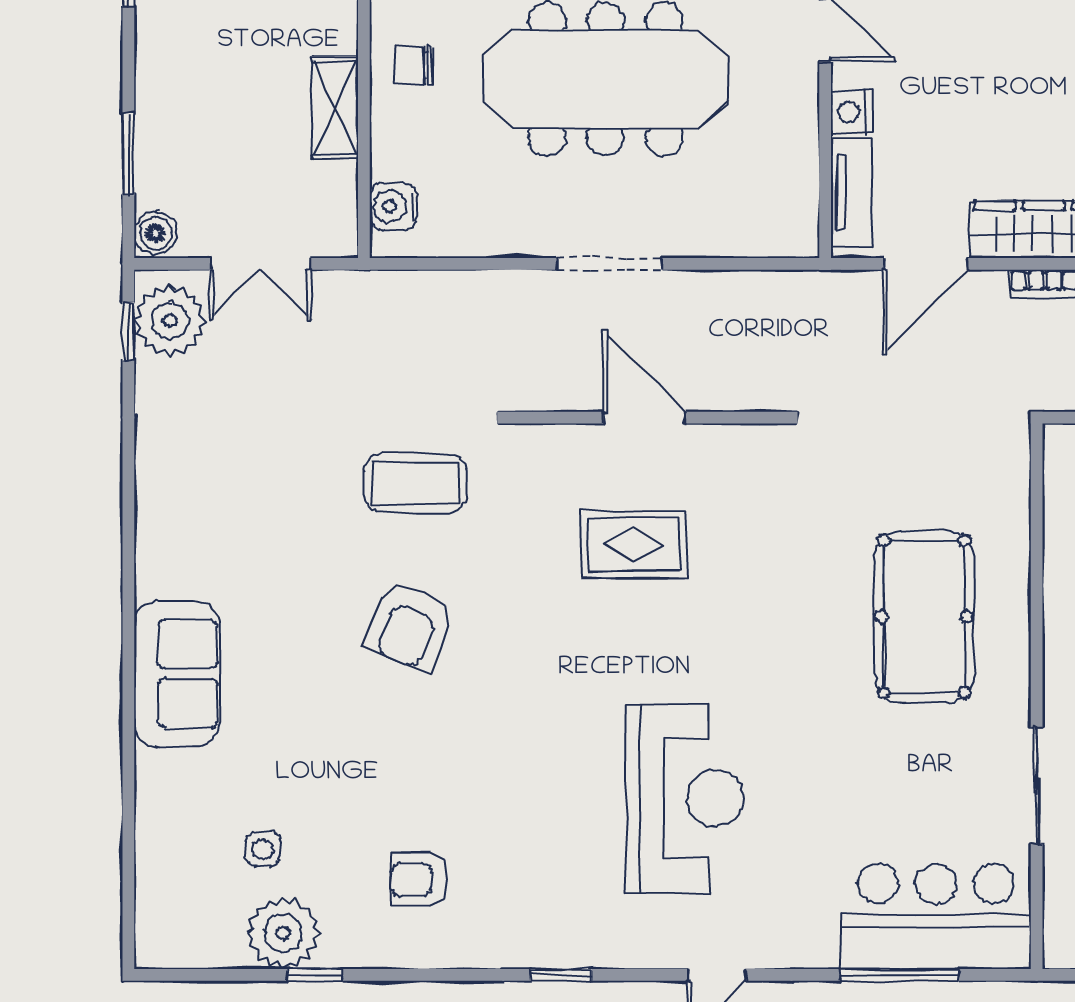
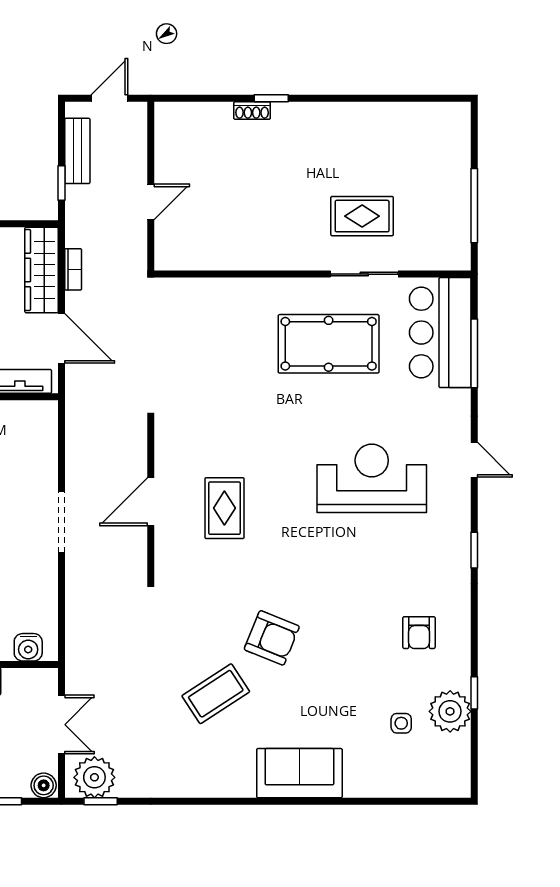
coffee table: (416, 483) -> (216, 694), moved, turned 57
pool table: (924, 617) -> (329, 344), moved

